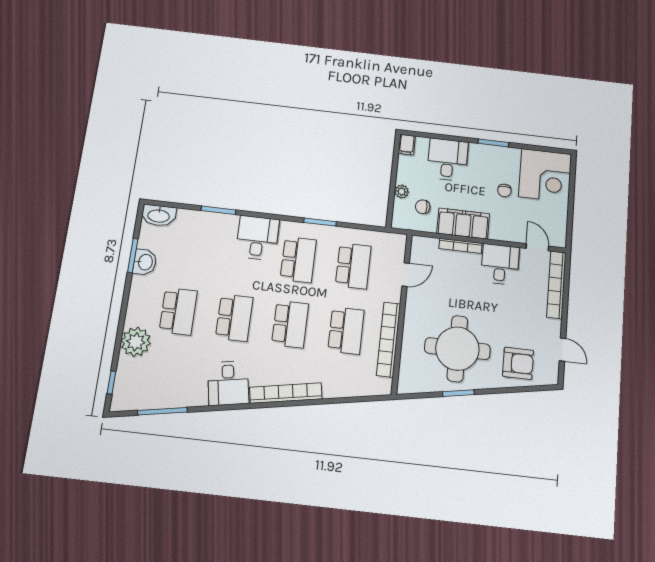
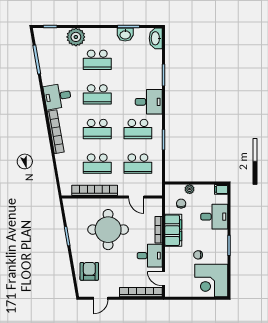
door: (537, 247) -> (163, 279), swing flipped
round table: (457, 349) -> (108, 230), moved
armchair: (518, 363) -> (89, 271), turned 180

